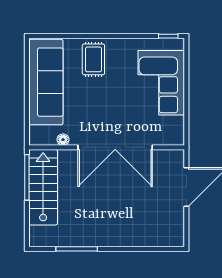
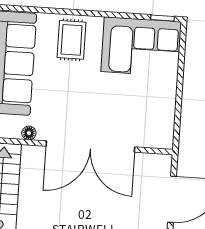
corner sofa: (161, 83) -> (141, 47), moved, turned -90

